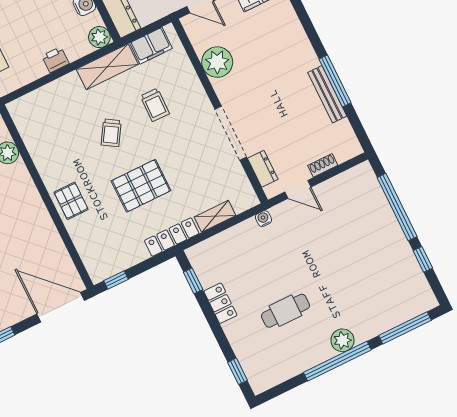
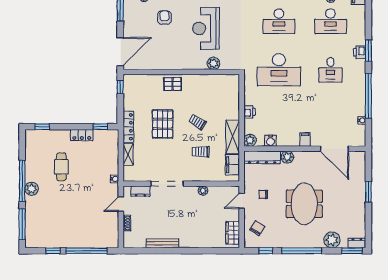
plant: (217, 62) -> (203, 191), width x0.53, depth x0.53
window: (335, 81) -> (167, 251), removed

